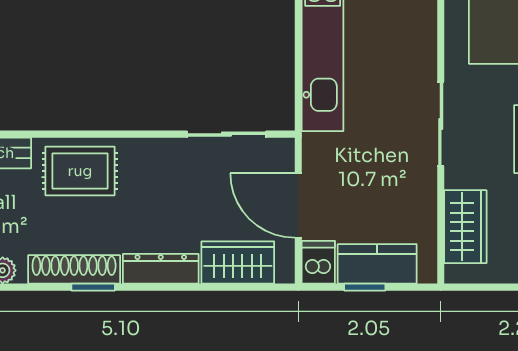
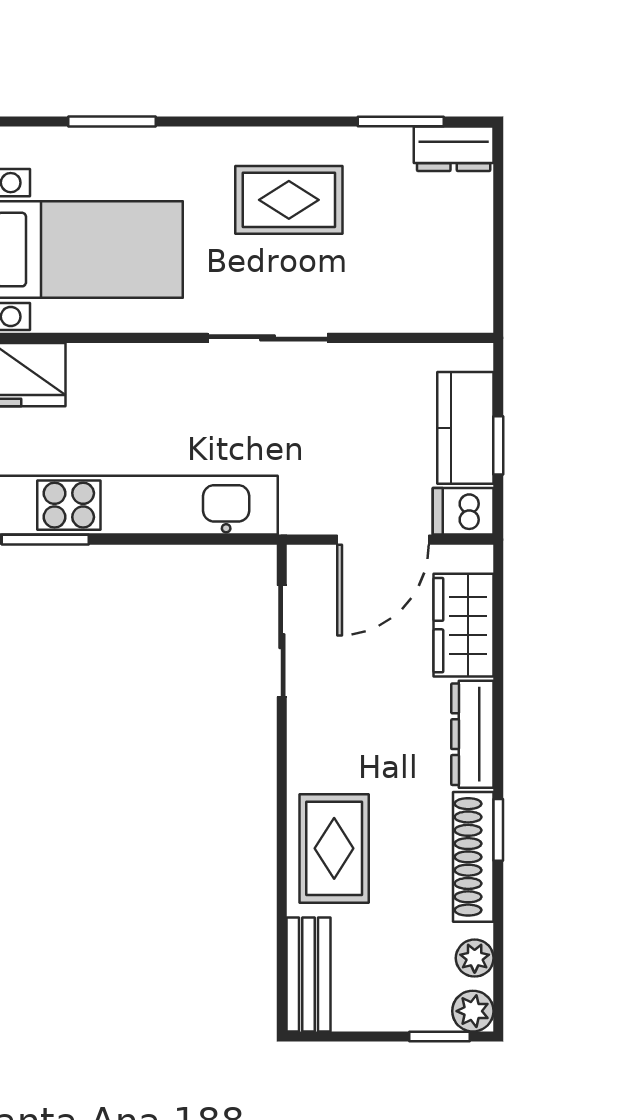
wardrobe: (465, 227) -> (413, 303), removed

